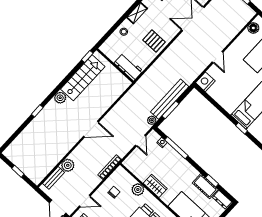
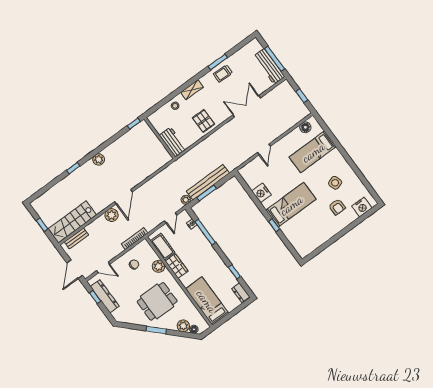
stairs: (83, 78) -> (72, 222), moved, turned 180
nightstand: (205, 82) -> (261, 193), moved, turned -90
door: (91, 129) -> (123, 197), hinge flipped
plant: (68, 165) -> (112, 215), moved
cot: (205, 186) -> (163, 247), moved

